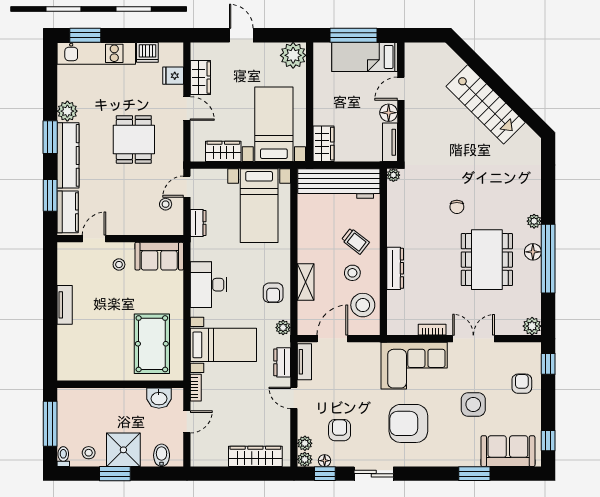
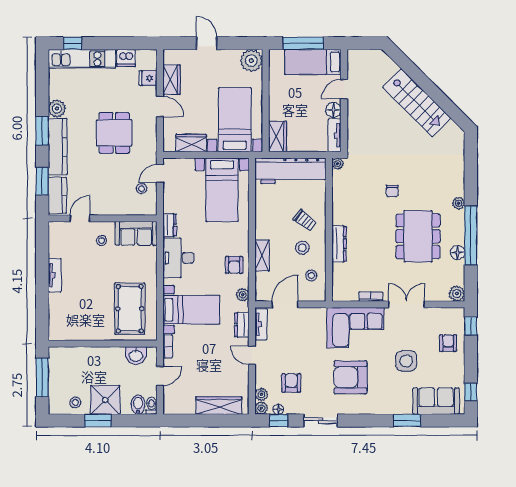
window: (85, 35) -> (73, 43), width x0.67
dresser: (198, 223) -> (170, 225), moved
floor lamp: (533, 252) -> (458, 253), moved
stool: (363, 305) -> (311, 275), width x0.53, depth x0.53
toilet: (63, 457) -> (151, 406), moved

